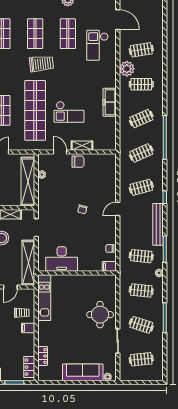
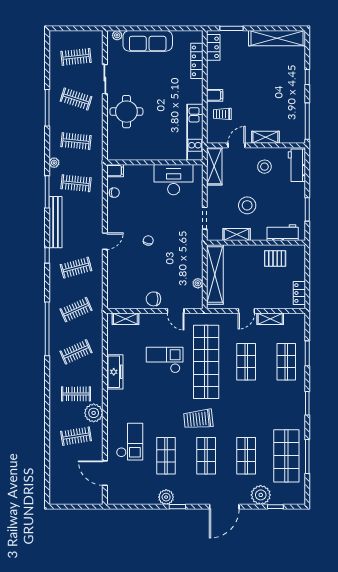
shelving: (82, 146) -> (125, 319), moved
shelving: (28, 263) -> (214, 166), width x0.68
locker: (43, 356) -> (197, 61), width x1.53

